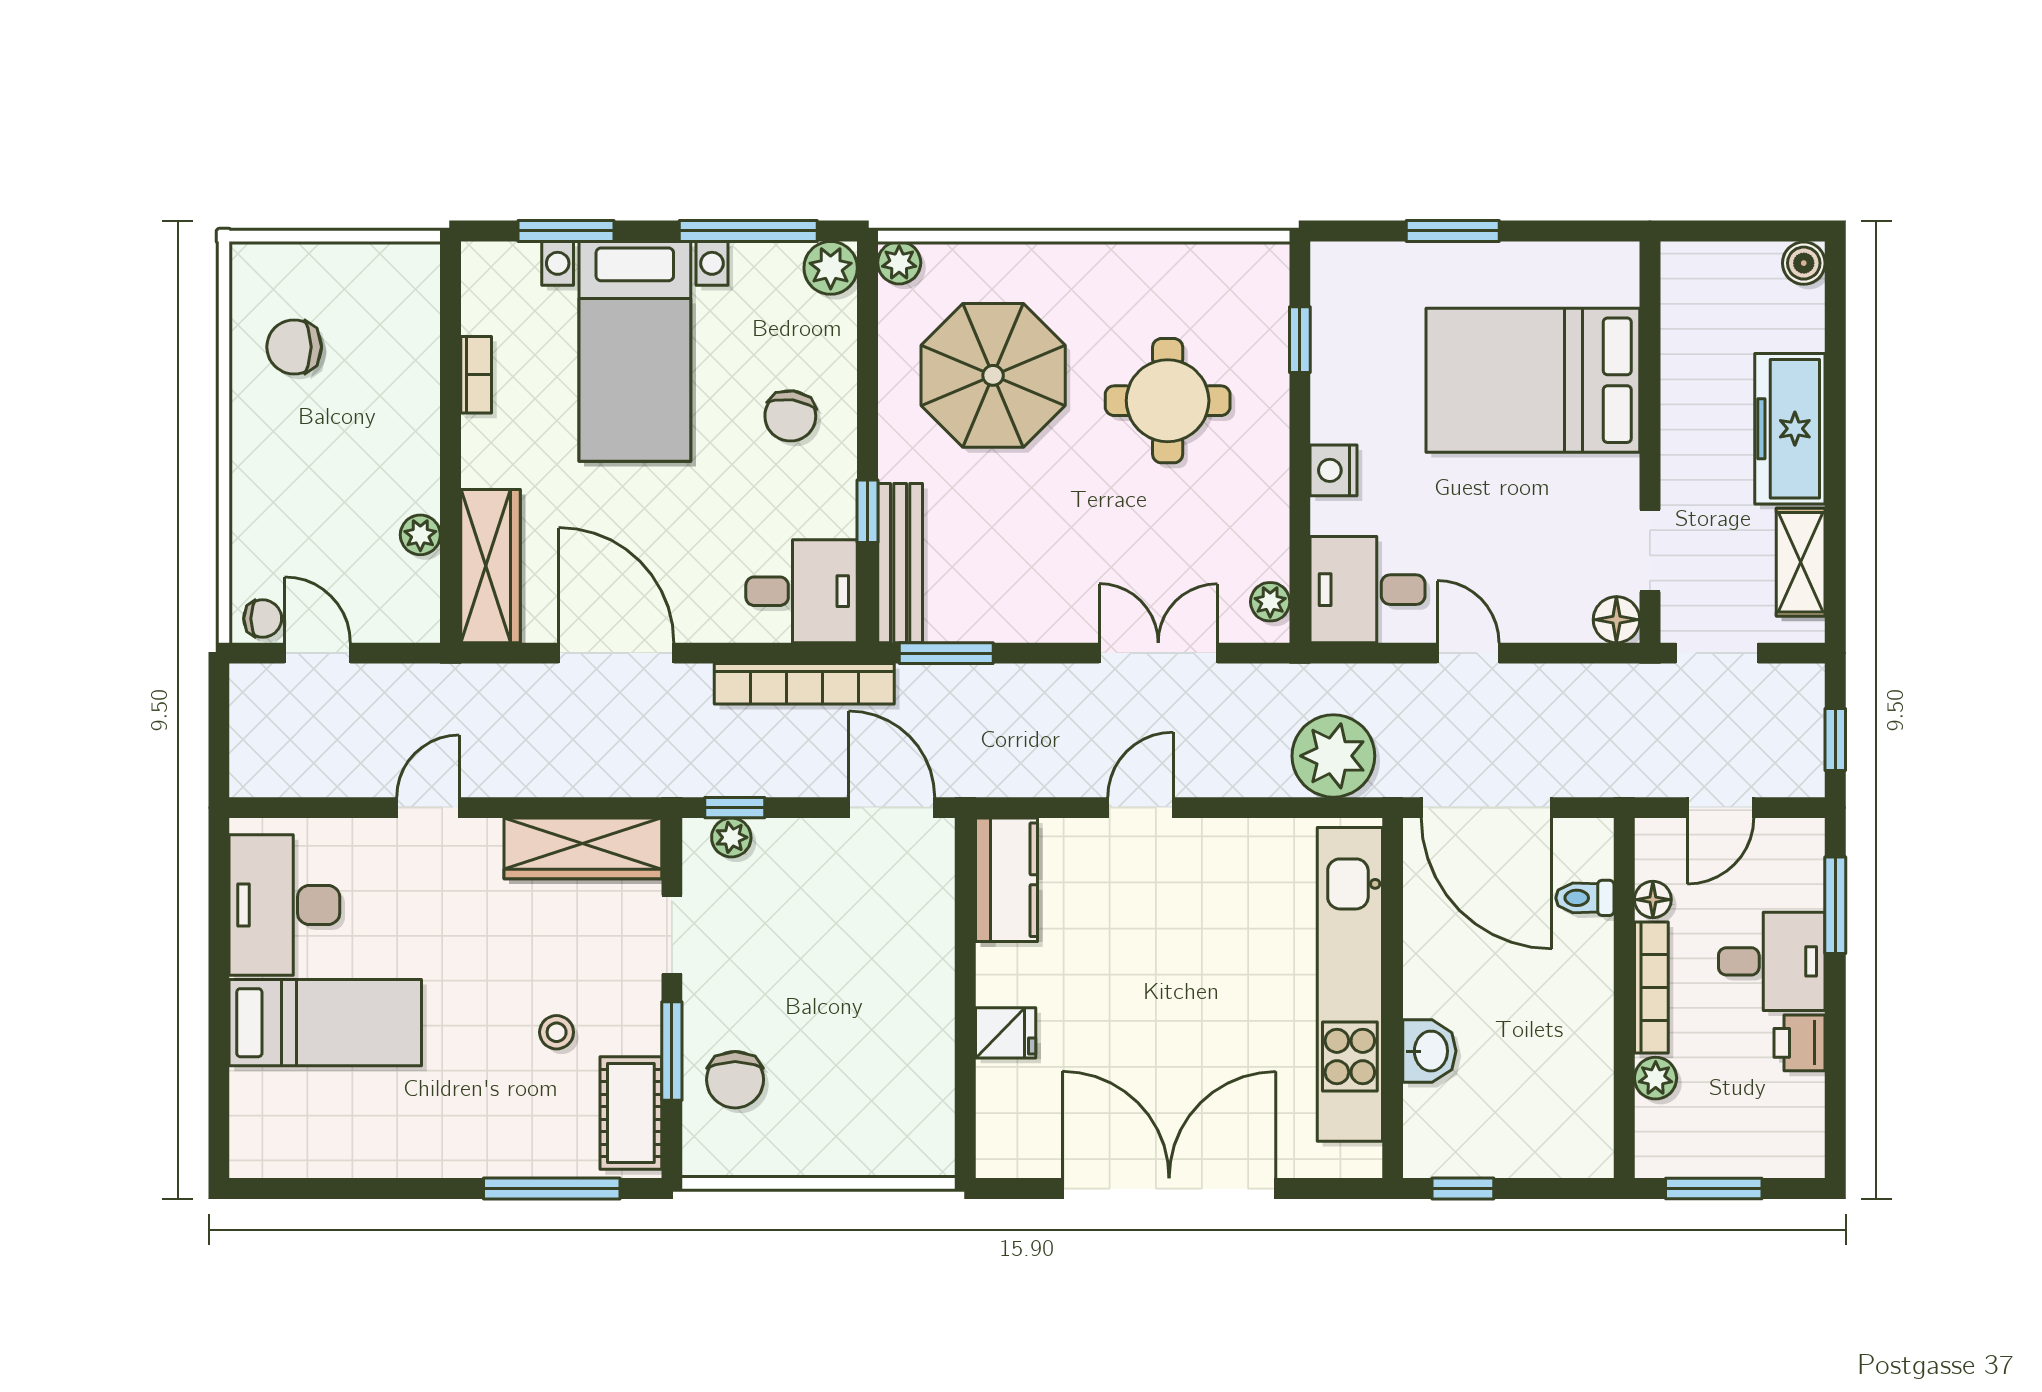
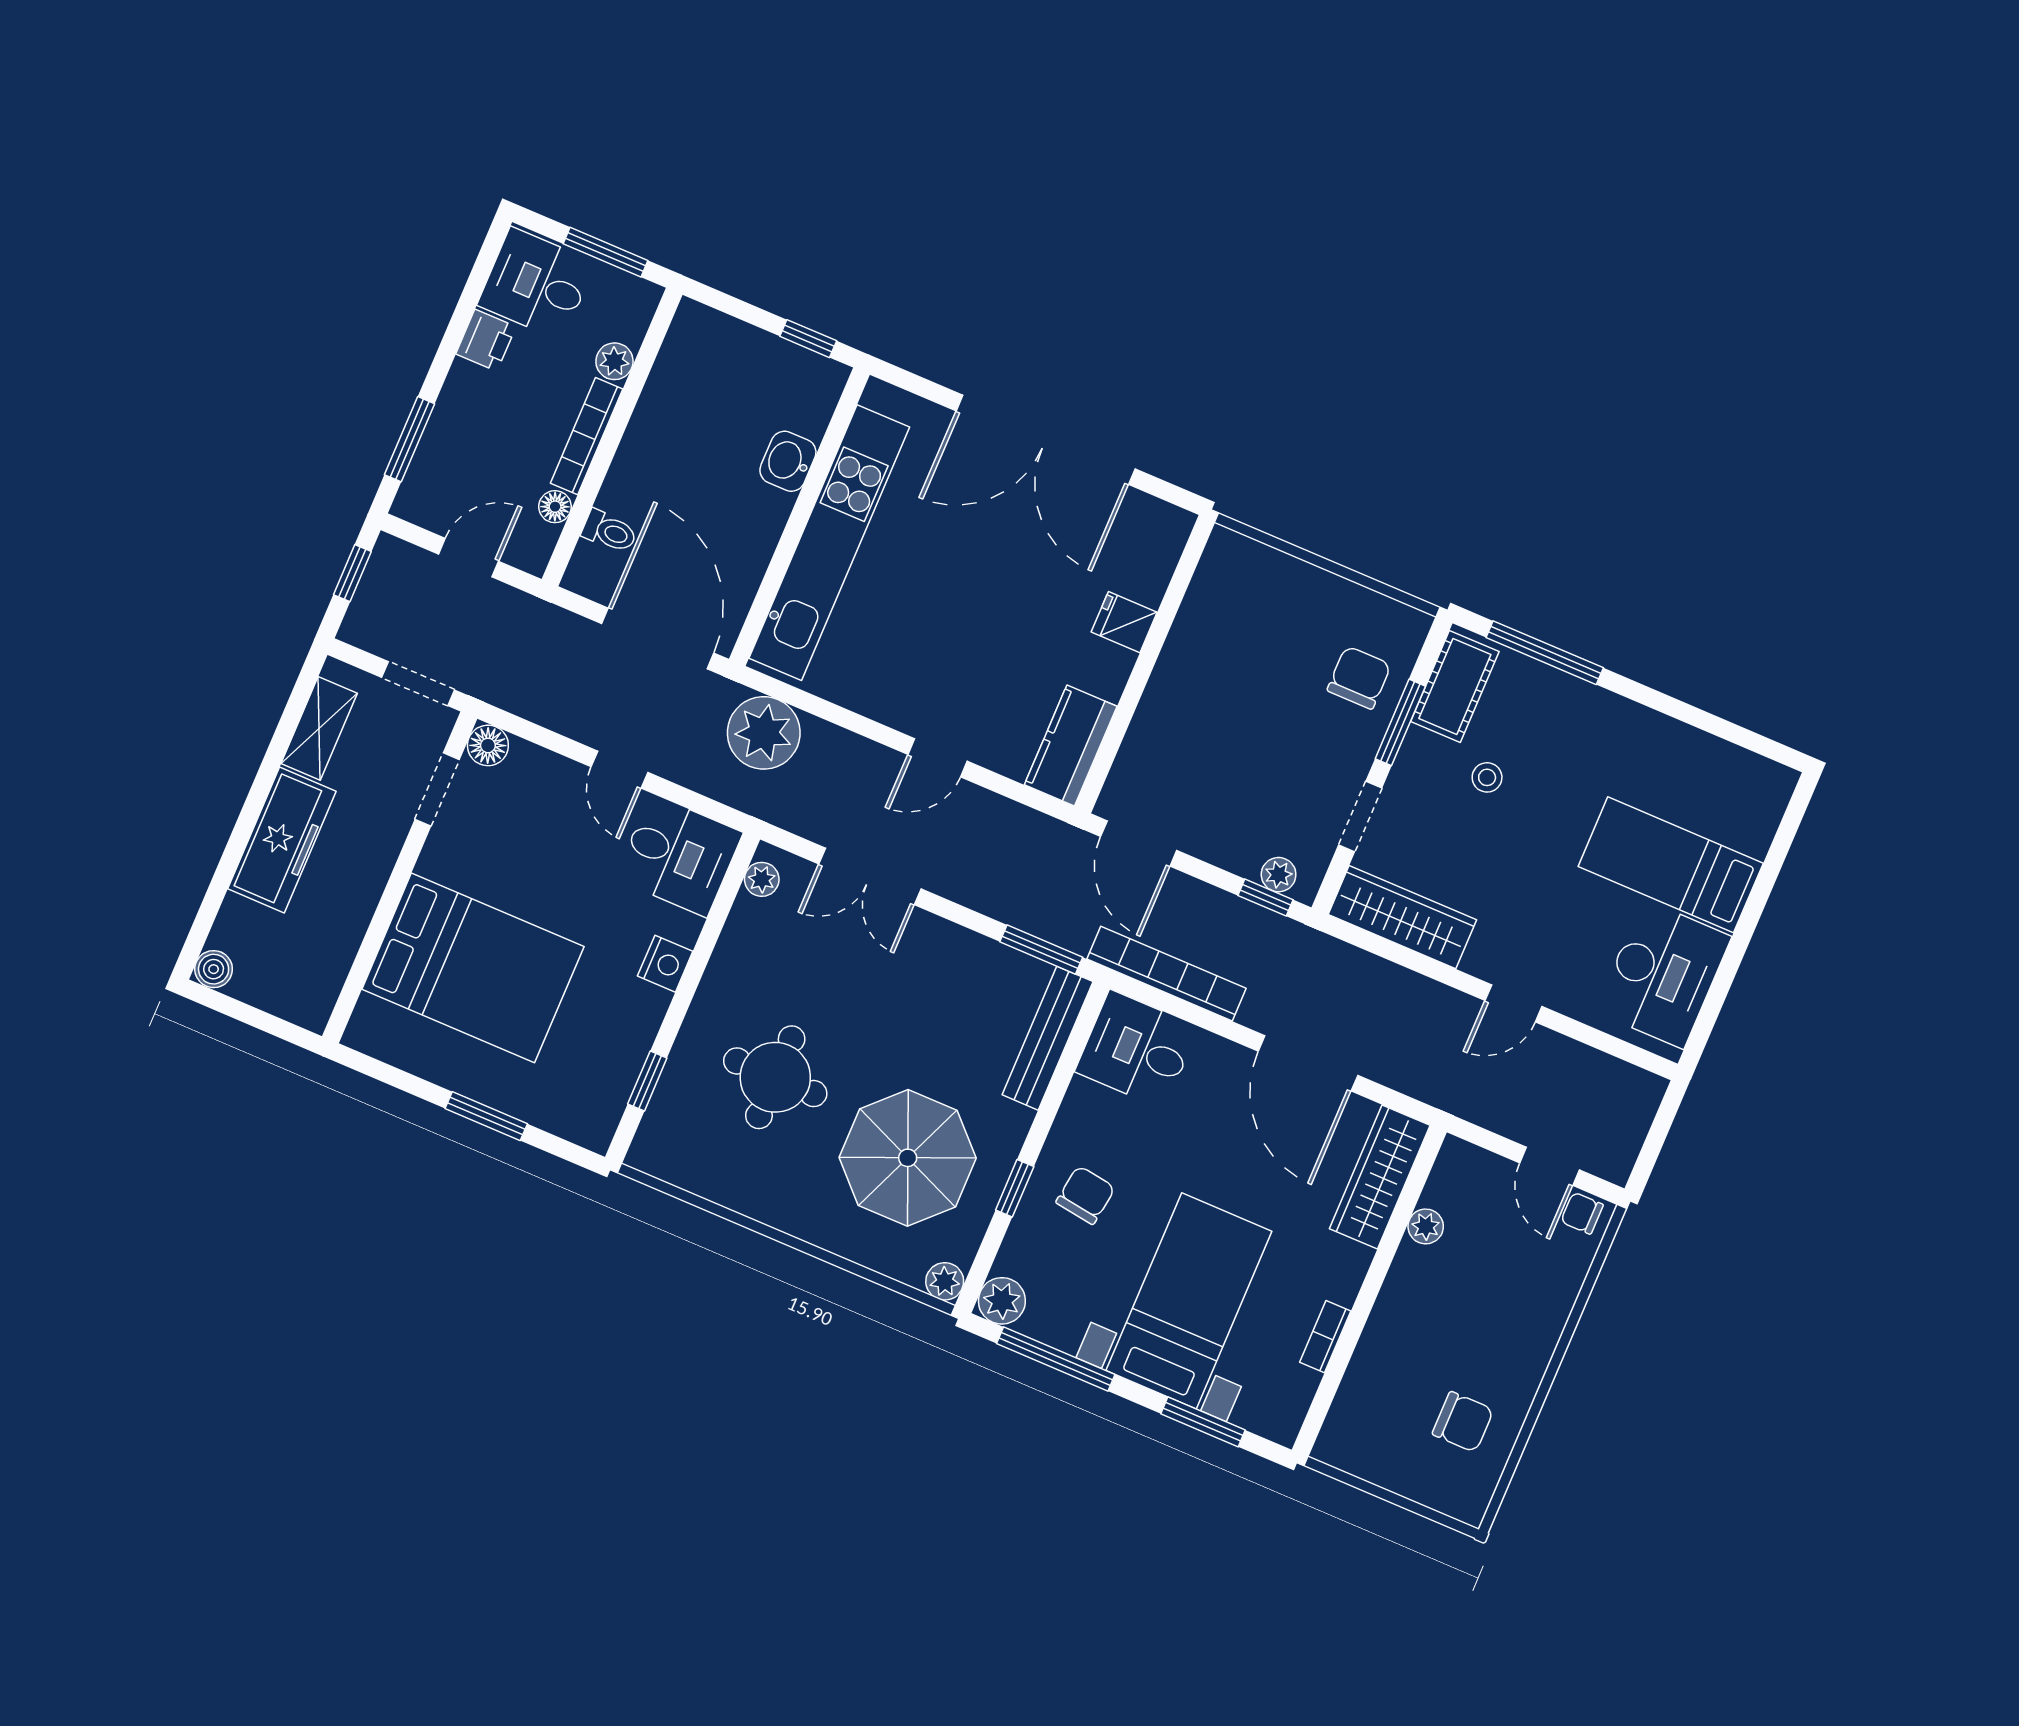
window: (867, 511) -> (1015, 1188), moved
desk: (1772, 961) -> (536, 284), moved

